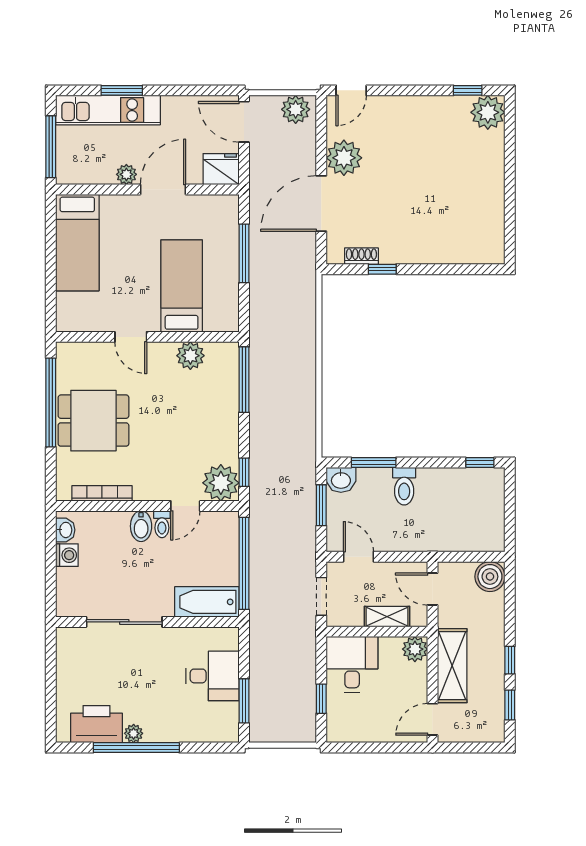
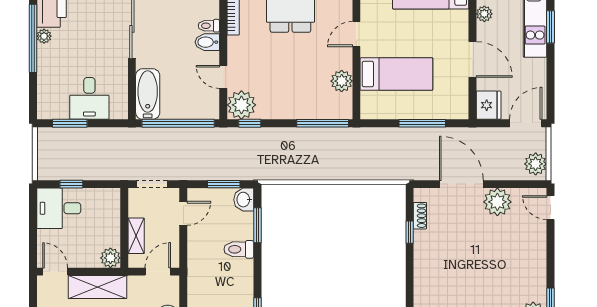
plant: (126, 174) -> (484, 14), moved
toilet: (162, 524) -> (209, 26), moved
desk: (352, 664) -> (59, 208), moved, turned 180

